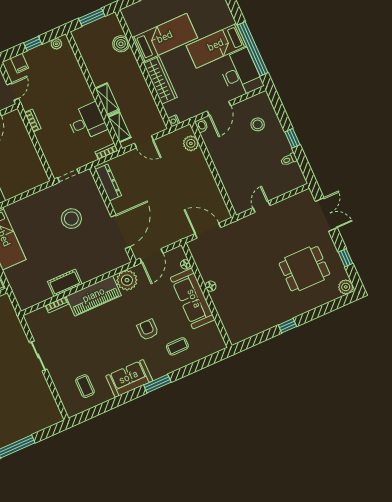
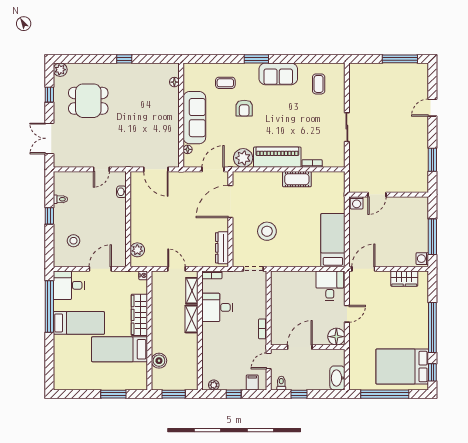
desk: (240, 73) -> (69, 285), width x0.73
washbasin: (201, 125) -> (121, 192), moved
floor lamp: (211, 286) -> (174, 82), moved

